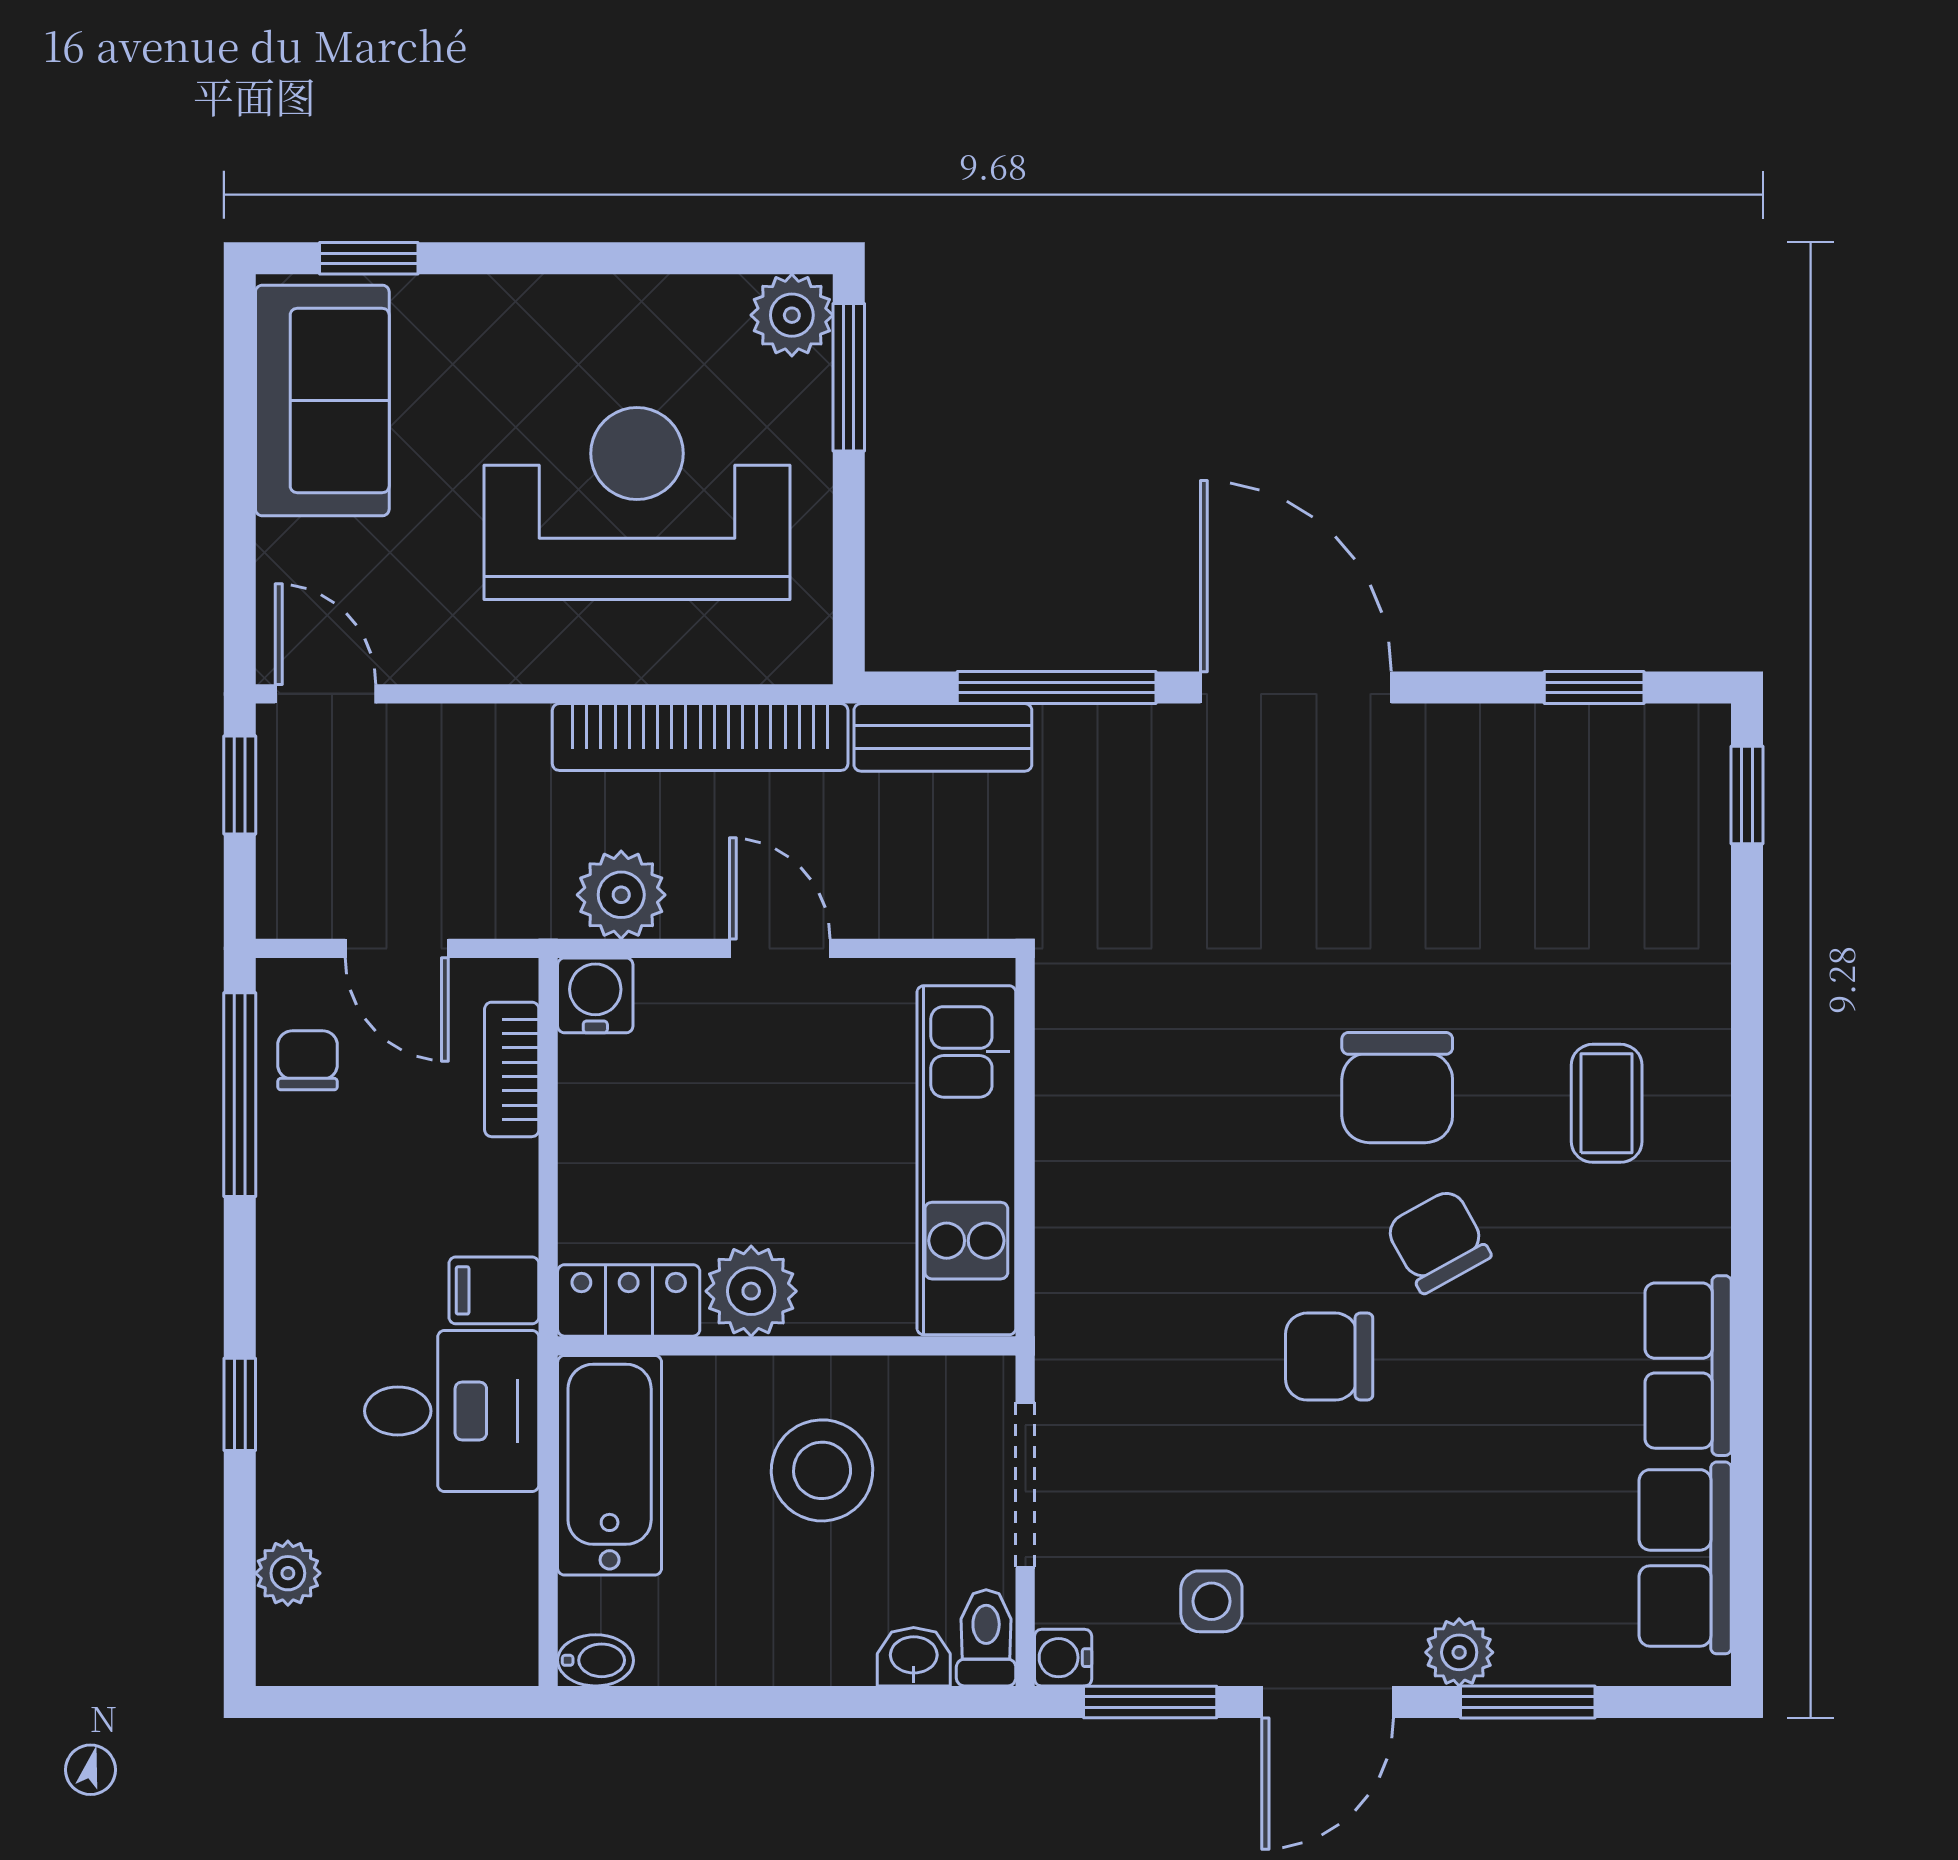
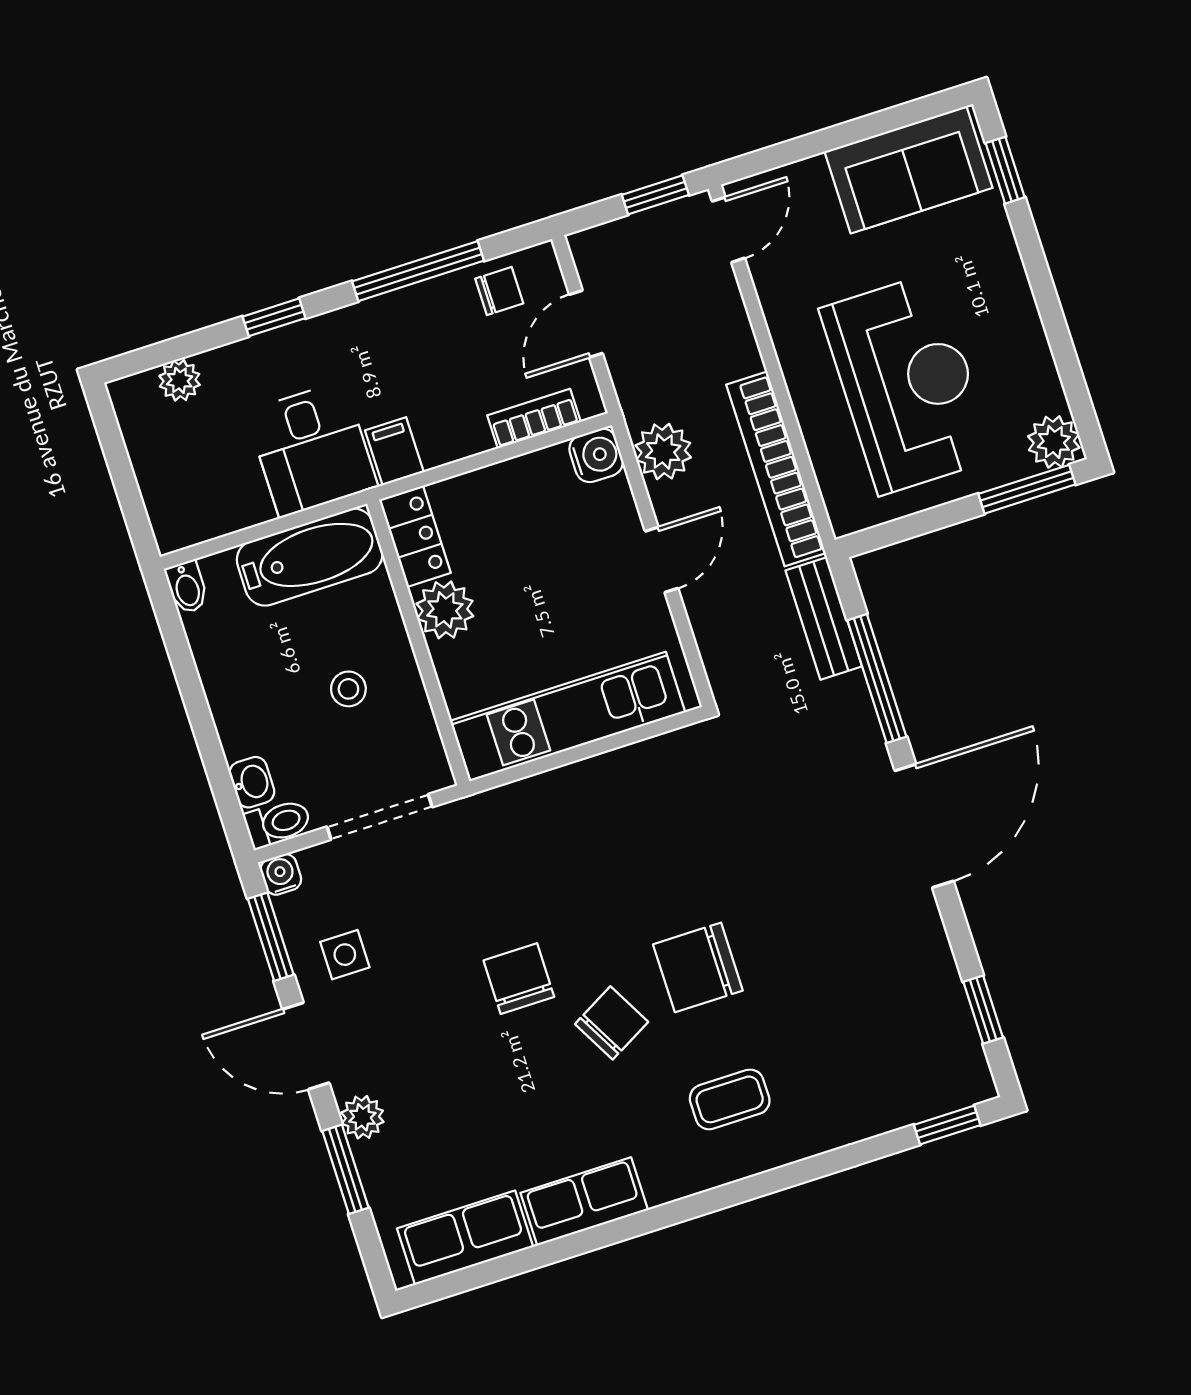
window: (240, 1095) -> (418, 271), moved
stool: (822, 1470) -> (348, 689), width x0.53, depth x0.53

